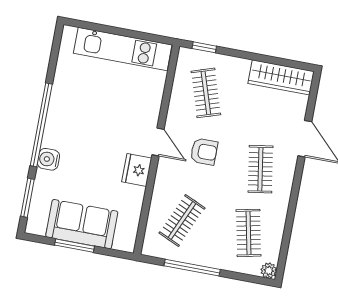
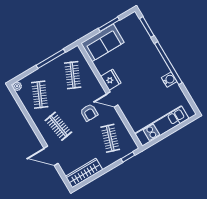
clothes rail: (206, 93) -> (110, 138), turned 36
armchair: (204, 152) -> (89, 113), turned -90
water cooler: (48, 159) -> (169, 80), moved
sofa: (82, 224) -> (103, 43), moved
clothes rail: (249, 233) -> (40, 95), turned 36

